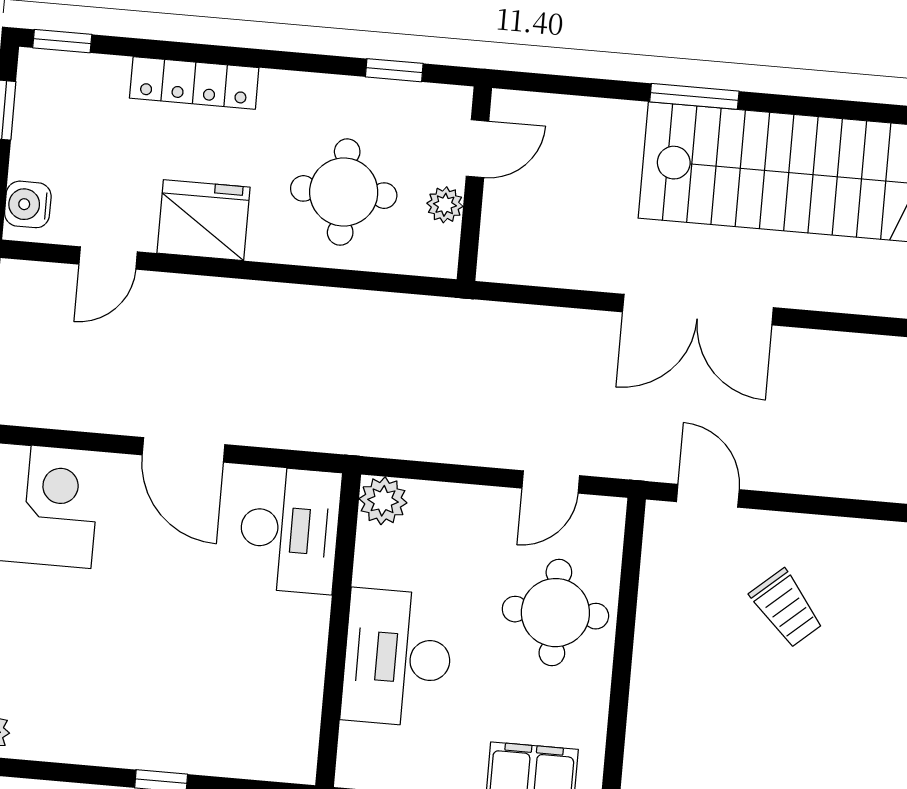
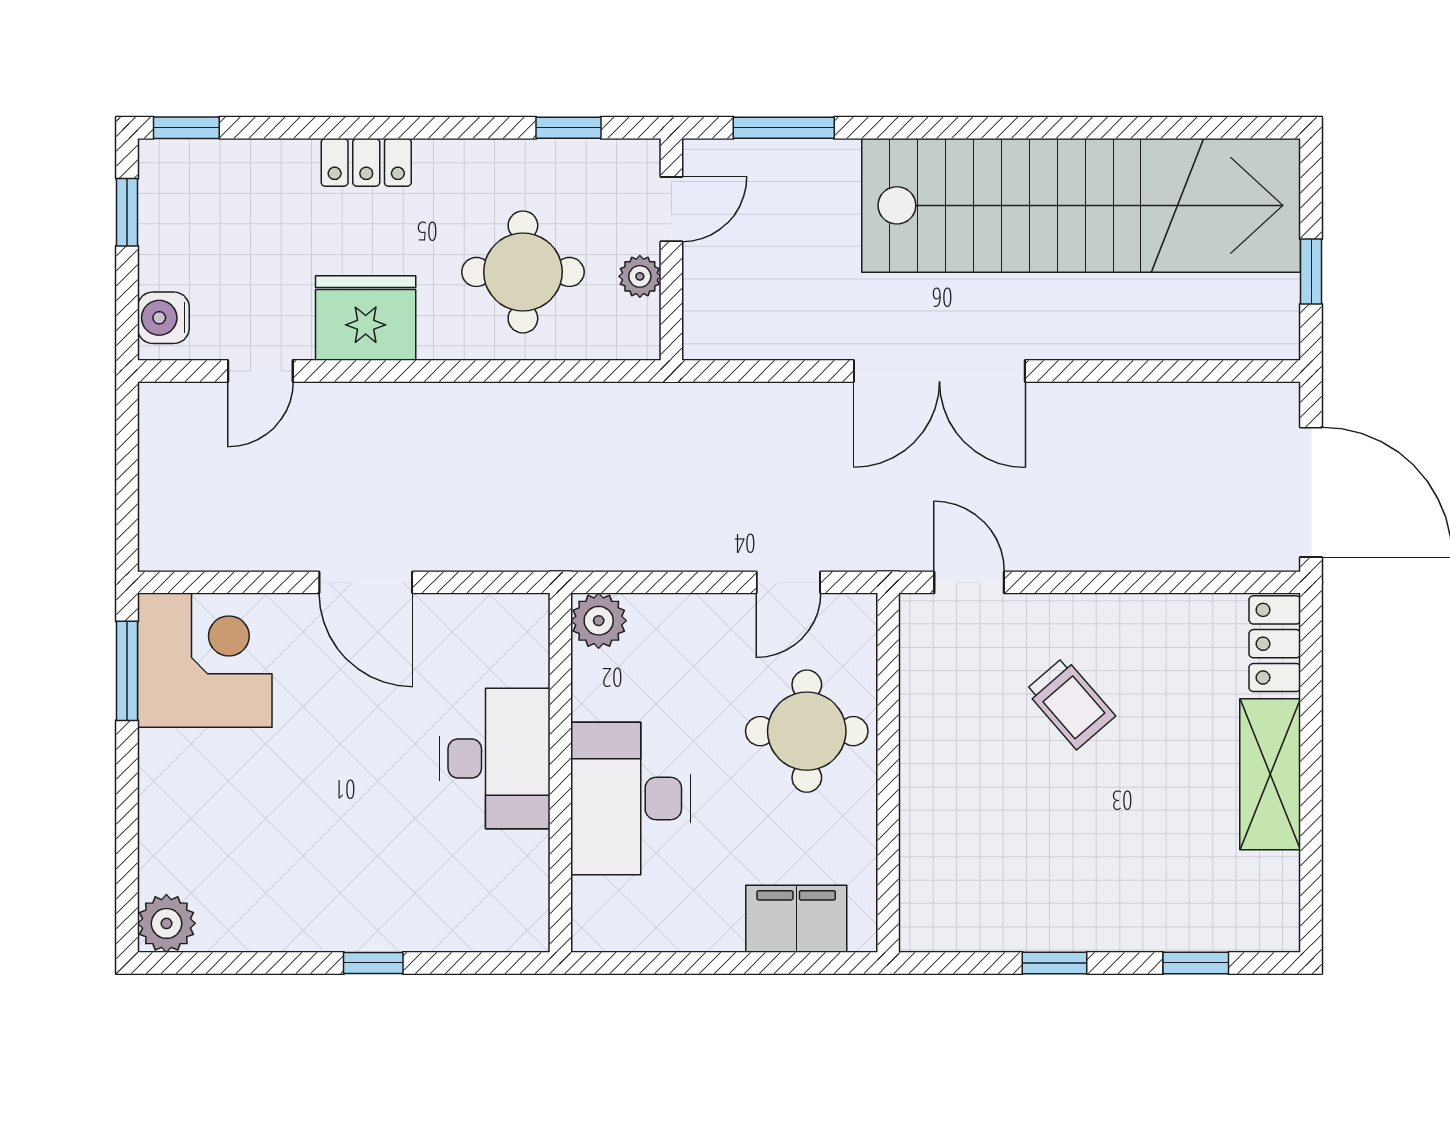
locker: (194, 83) -> (366, 162), width x0.66
window: (694, 96) -> (784, 128), moved
desk: (289, 530) -> (495, 758), moved

